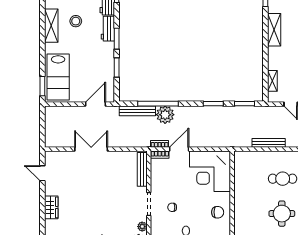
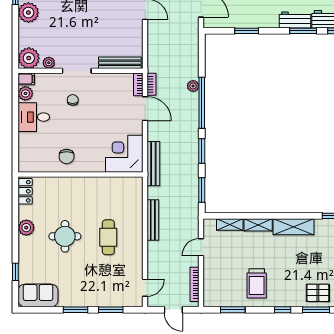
window: (117, 39) -> (303, 31), moved
shelving: (273, 58) -> (258, 225), added
window: (158, 104) -> (202, 103), moved
bench: (137, 111) -> (153, 164), moved
plant: (165, 115) -> (193, 86), width x0.53, depth x0.53
corner desk: (210, 171) -> (124, 154), width x0.74, depth x0.74

